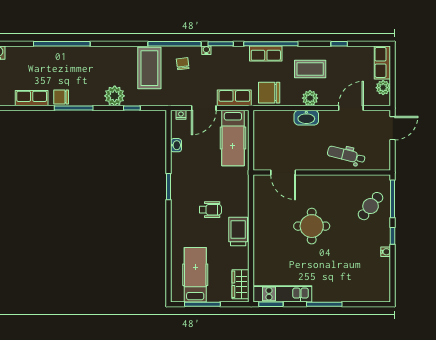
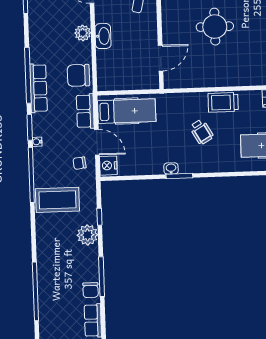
row of seats: (266, 53) -> (38, 88), width x1.48
chair: (183, 64) -> (79, 163), moved
coffee table: (310, 69) -> (53, 34), removed
chair: (269, 93) -> (78, 75), turned 90
nightstand: (181, 115) -> (108, 166), width x1.89, depth x1.79
washbasin: (176, 145) -> (171, 168), moved
wheelchair: (210, 210) -> (202, 132), turned 150

